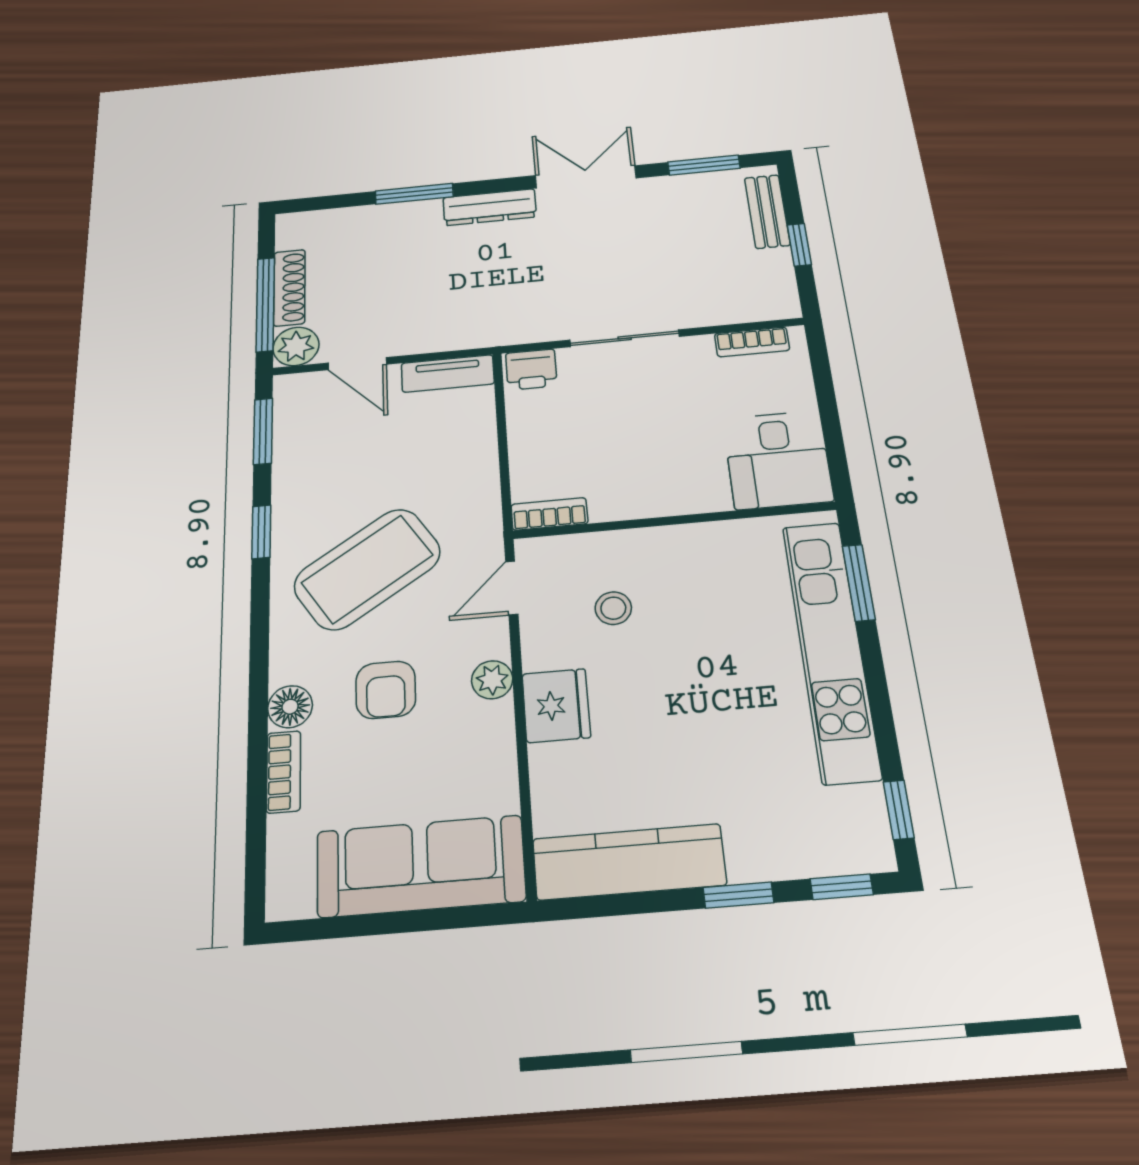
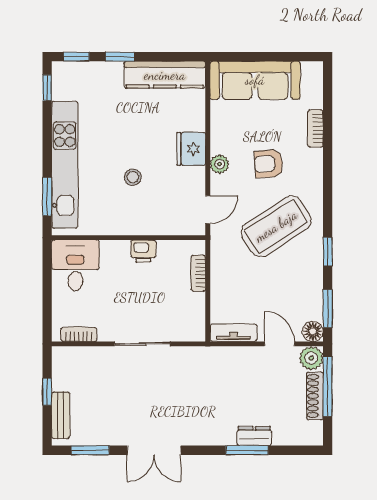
dresser: (490, 207) -> (254, 436), moved, width x0.70
printer: (531, 370) -> (143, 251), moved, turned 180
bookcase: (549, 514) -> (198, 273), moved, turned 90
stool: (613, 608) -> (133, 177), moved
armchair: (386, 690) -> (269, 164), turned -94
floor lamp: (290, 707) -> (313, 331), moved

